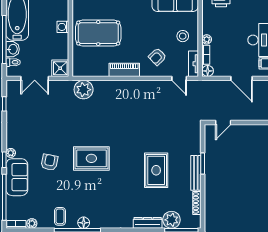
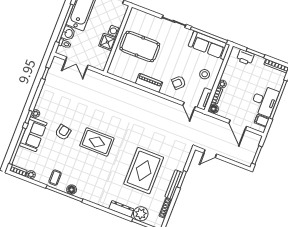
shower: (60, 68) -> (108, 42), moved
plant: (84, 90) -> (111, 86), removed
rug: (156, 170) -> (144, 171), width x1.37, depth x1.44

